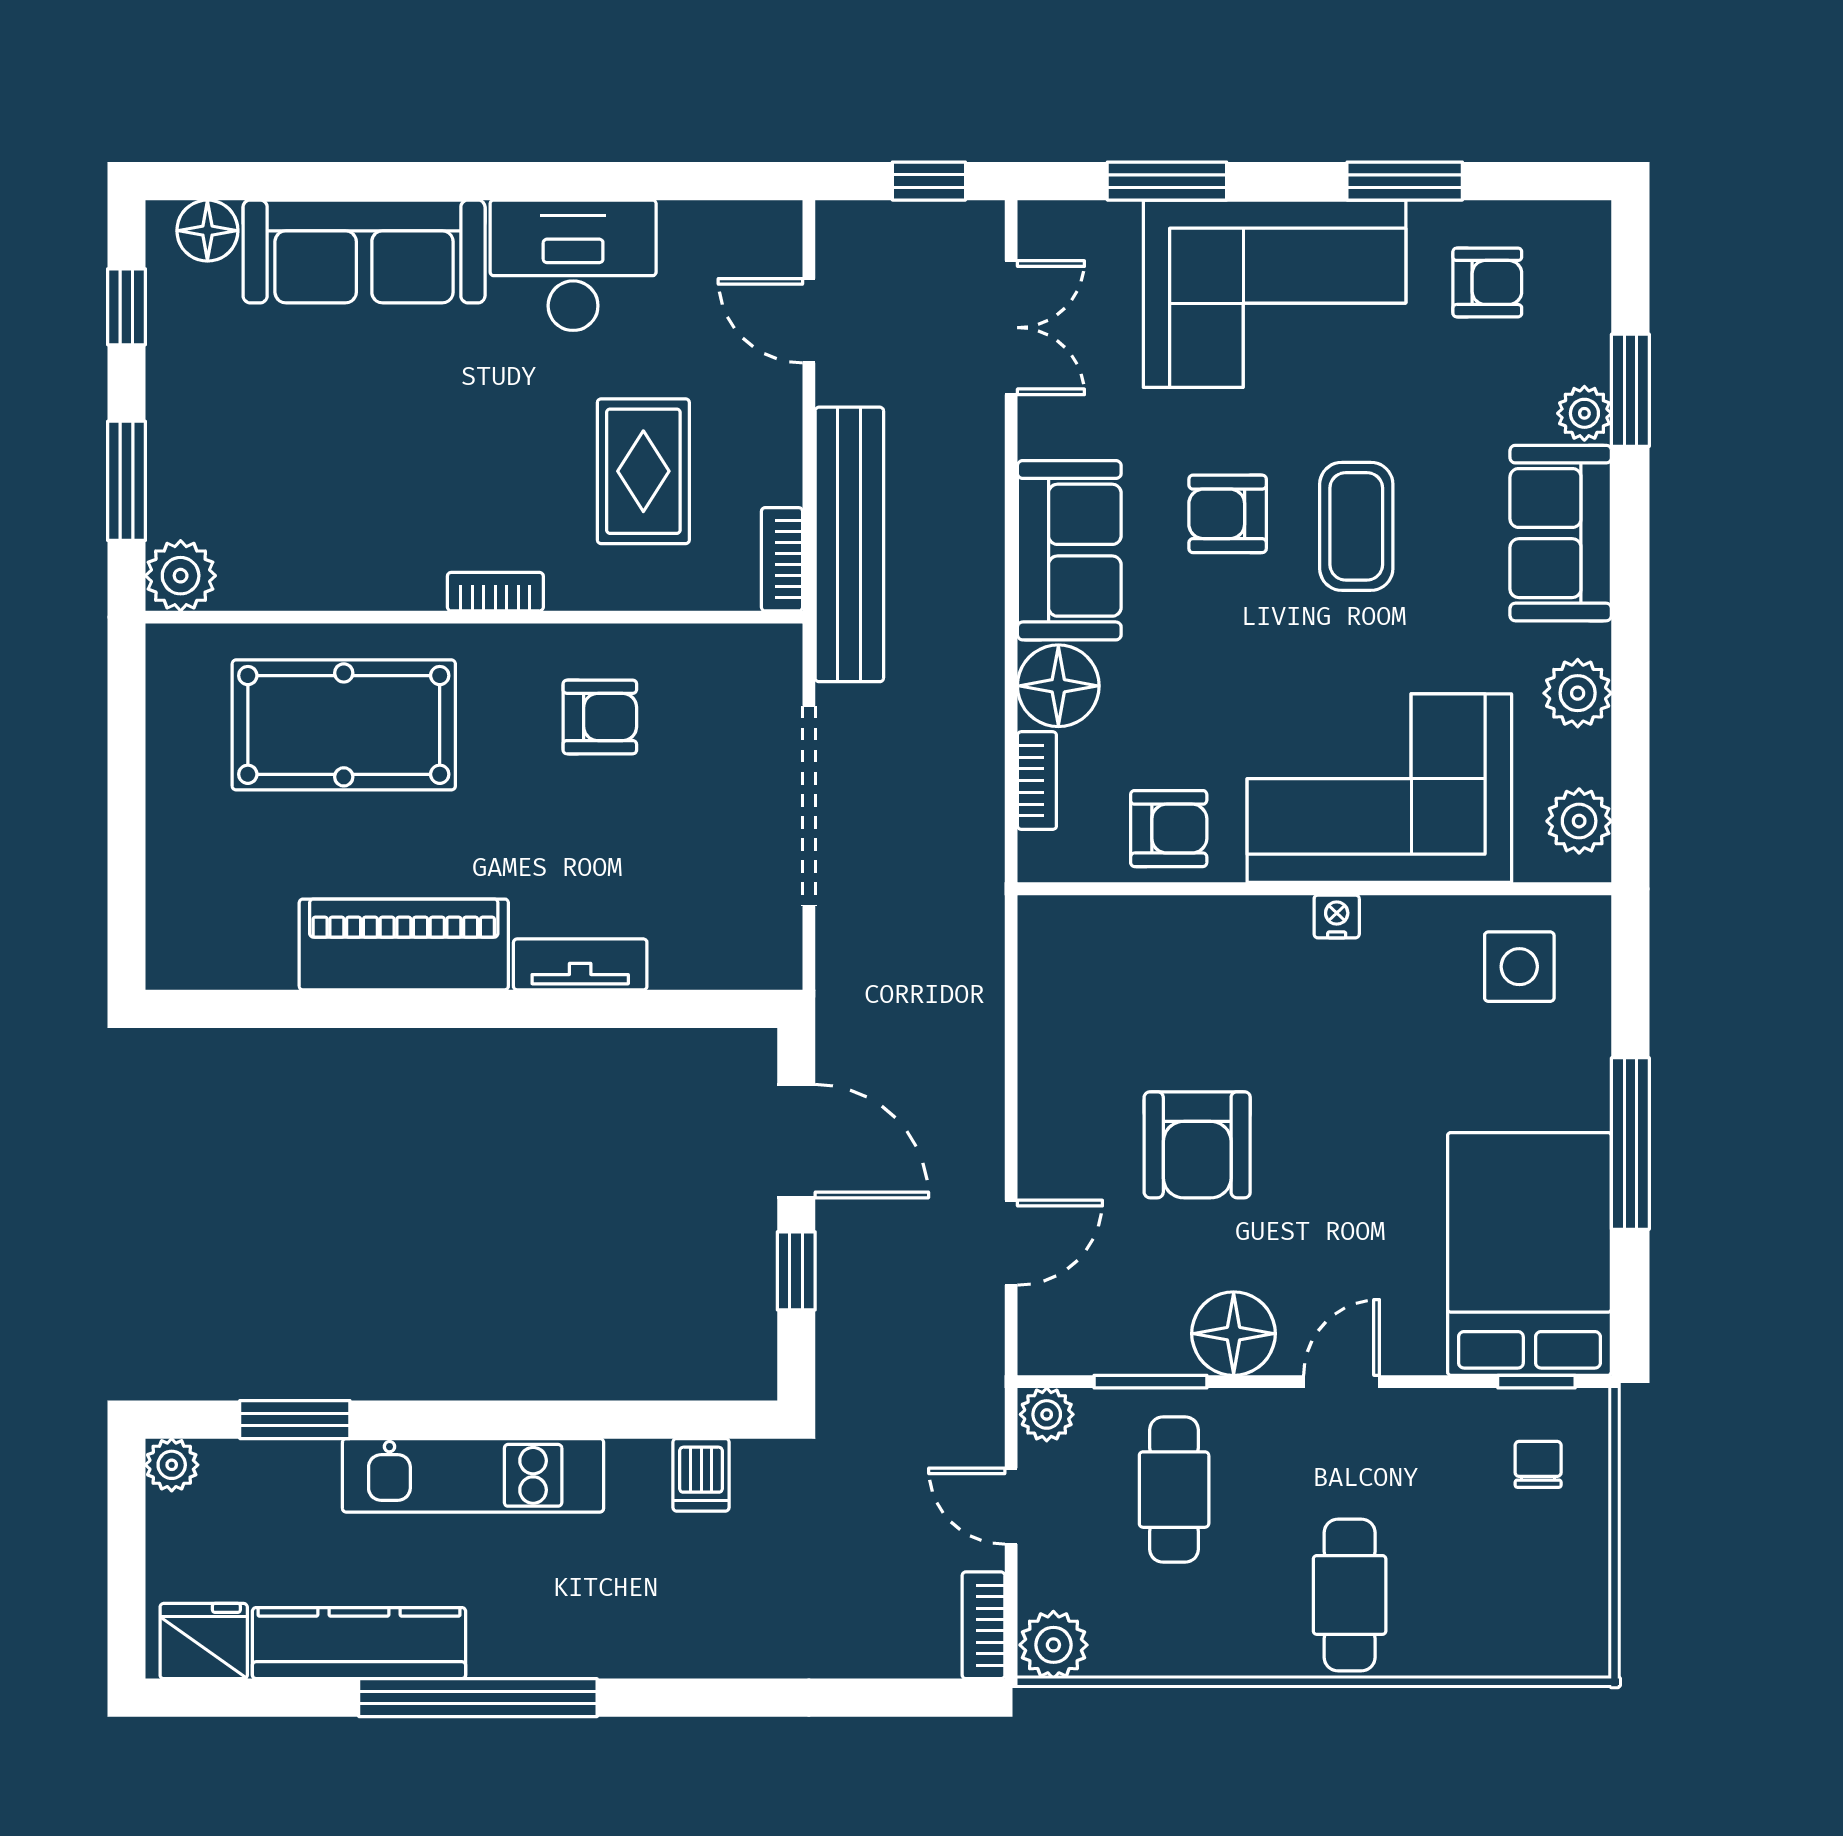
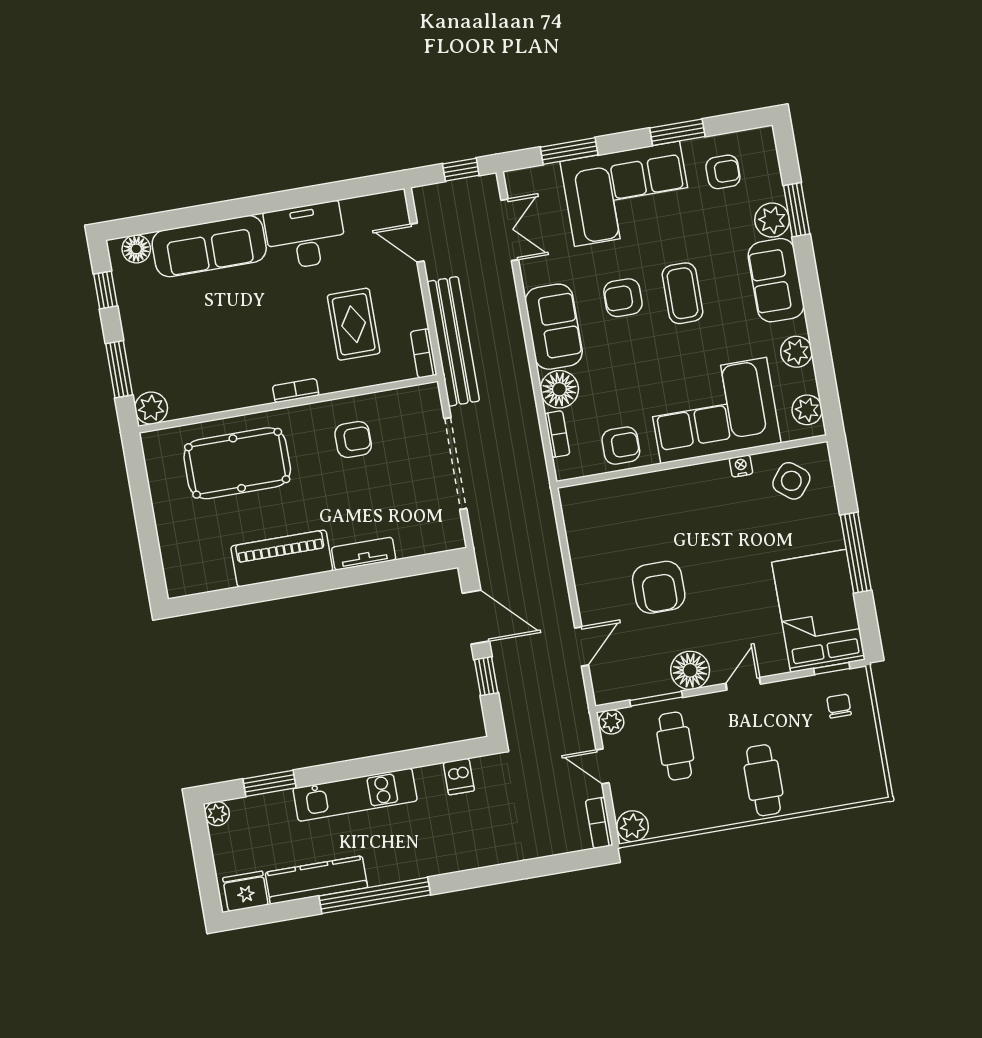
plant: (1584, 413) -> (772, 220), width x1.38, depth x1.38
nightstand: (1337, 916) -> (741, 466), moved
side table: (1519, 967) -> (791, 481), turned 38

